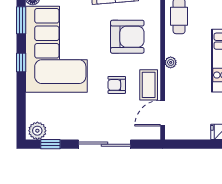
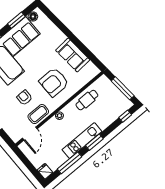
armchair: (127, 37) -> (54, 82), turned 90
door: (163, 113) -> (30, 134), swing flipped

